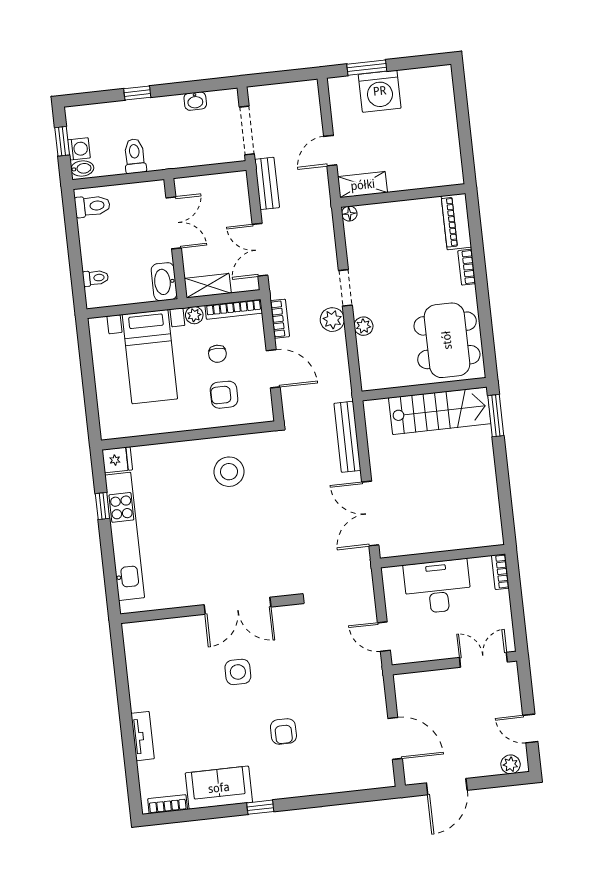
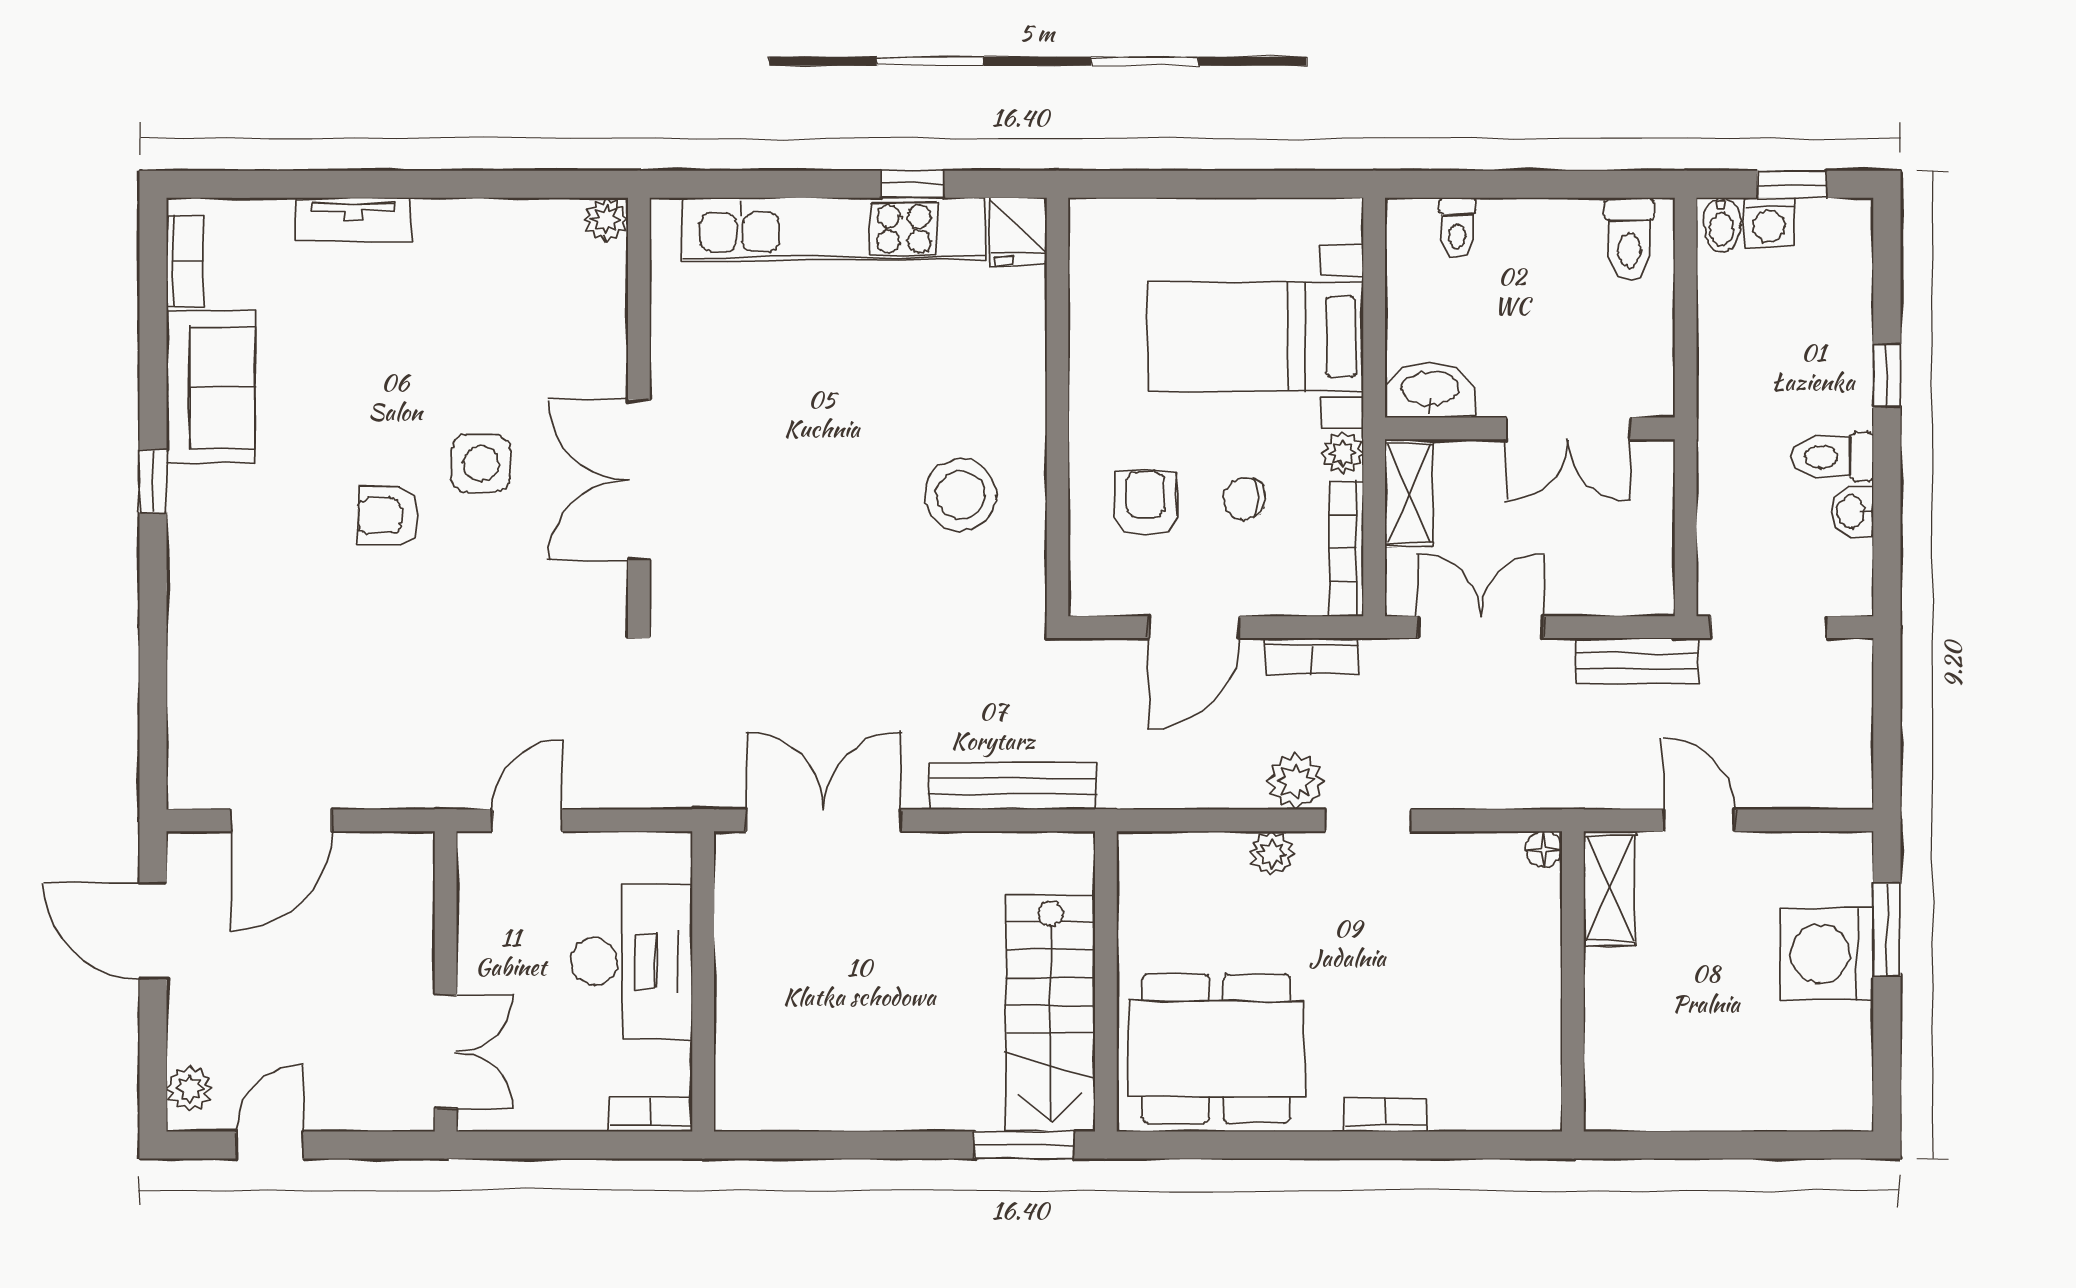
toilet: (135, 156) -> (1832, 457), moved, turned 180
piano: (456, 222) -> (1497, 1102), removed
plant: (131, 631) -> (606, 219), added
armchair: (283, 731) -> (388, 516), moved

